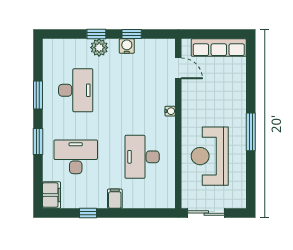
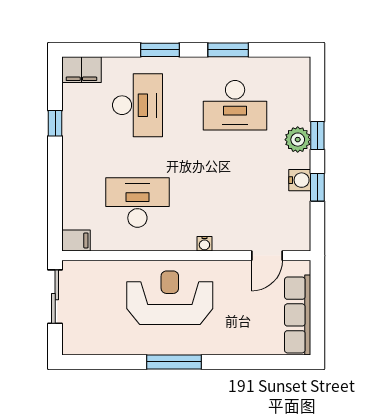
reception desk: (210, 156) -> (170, 298), moved
filing cabinet: (115, 199) -> (76, 240), moved

